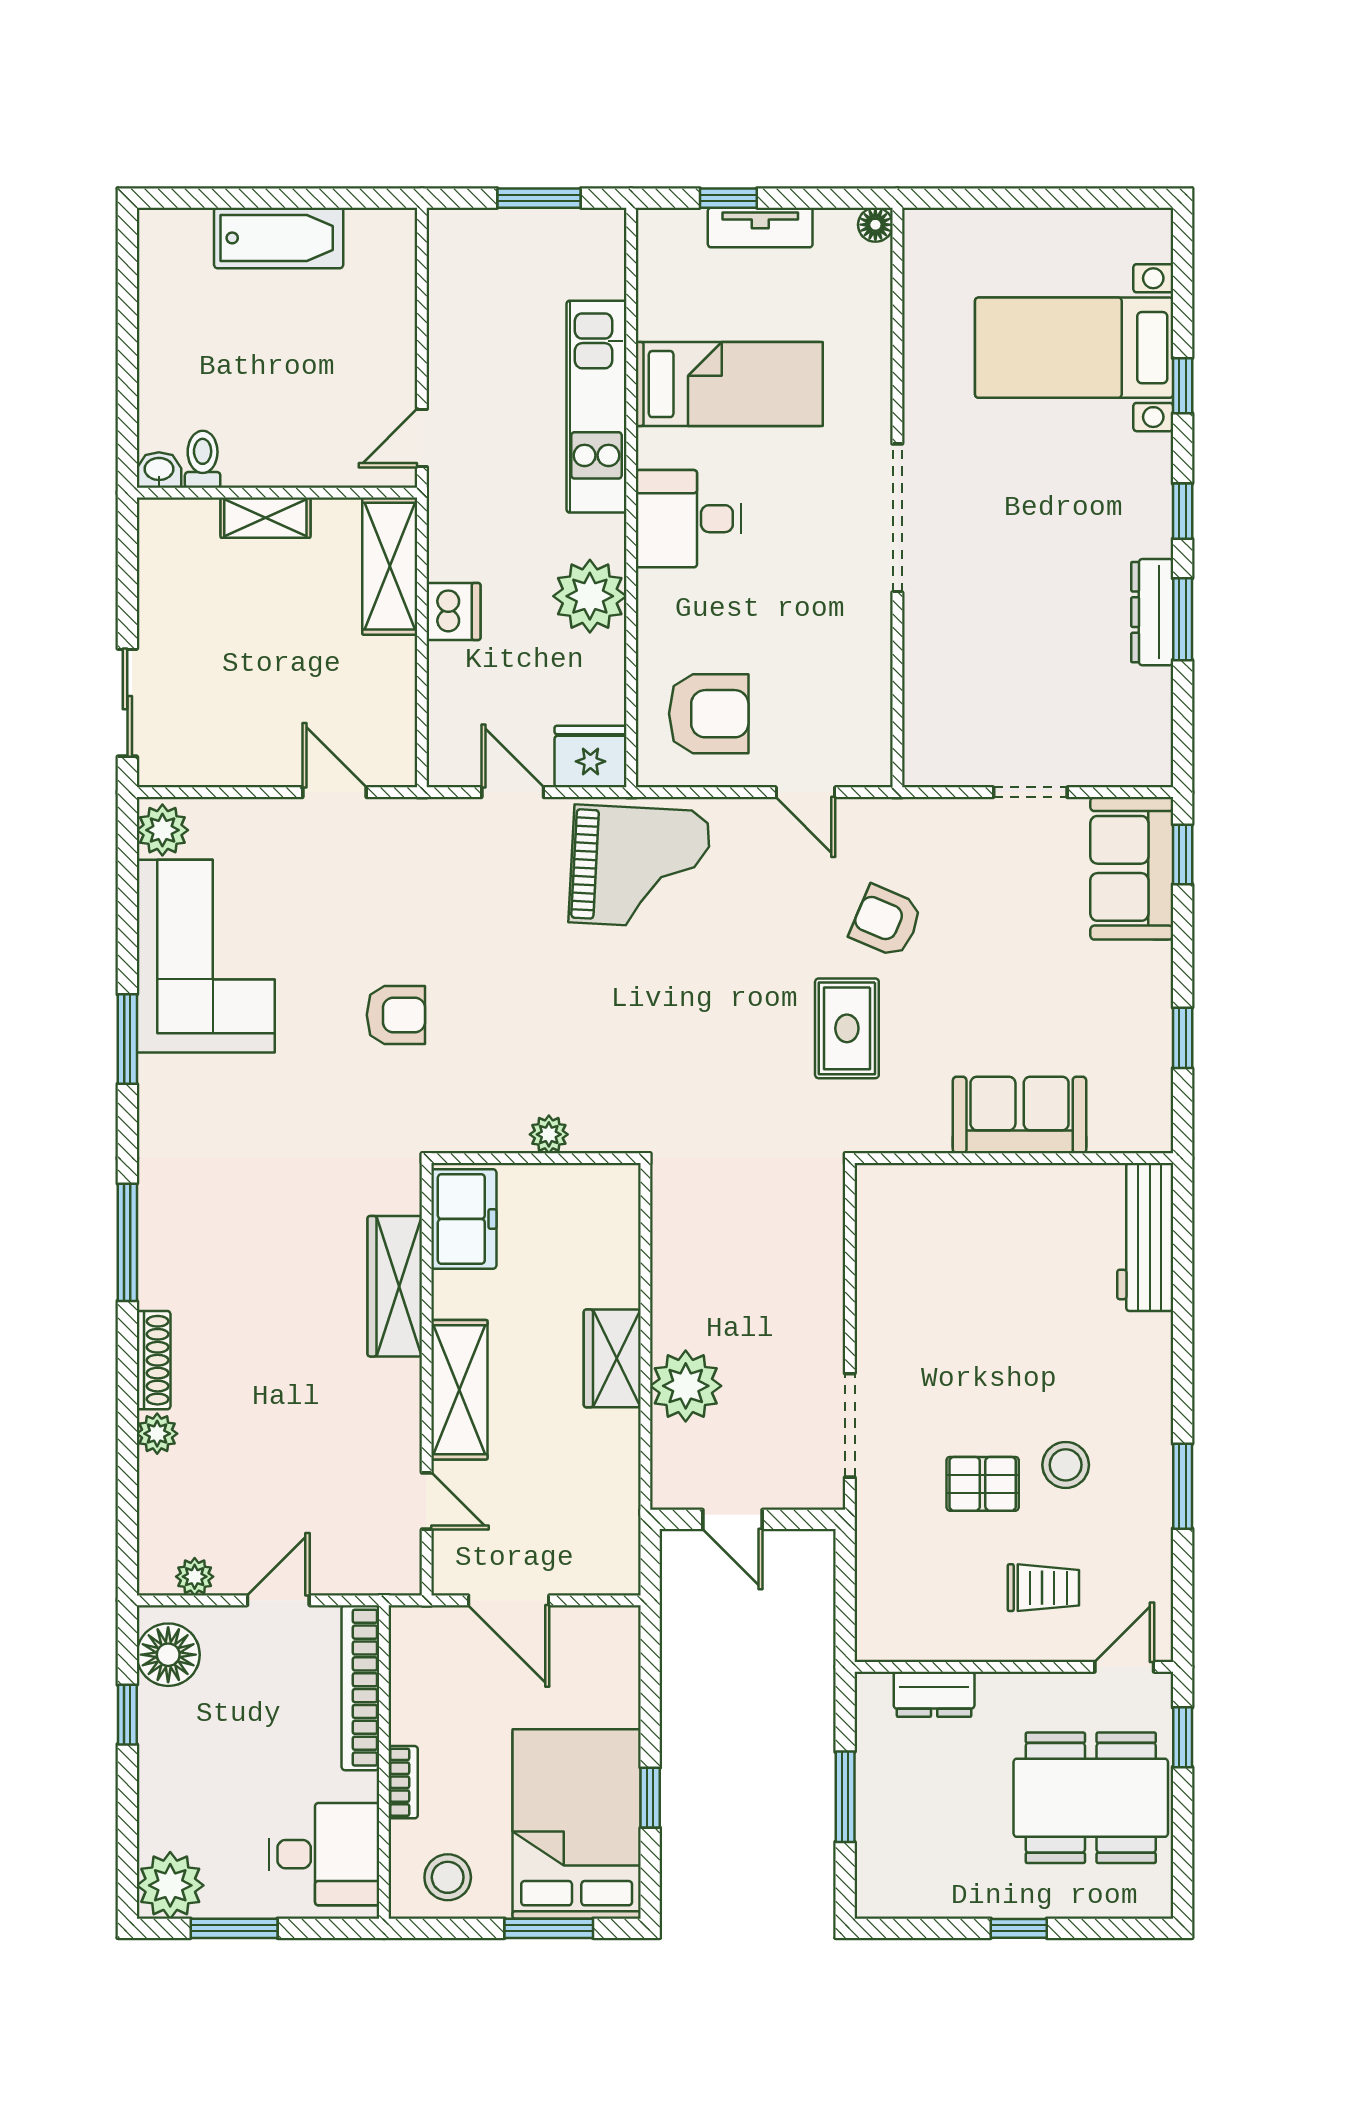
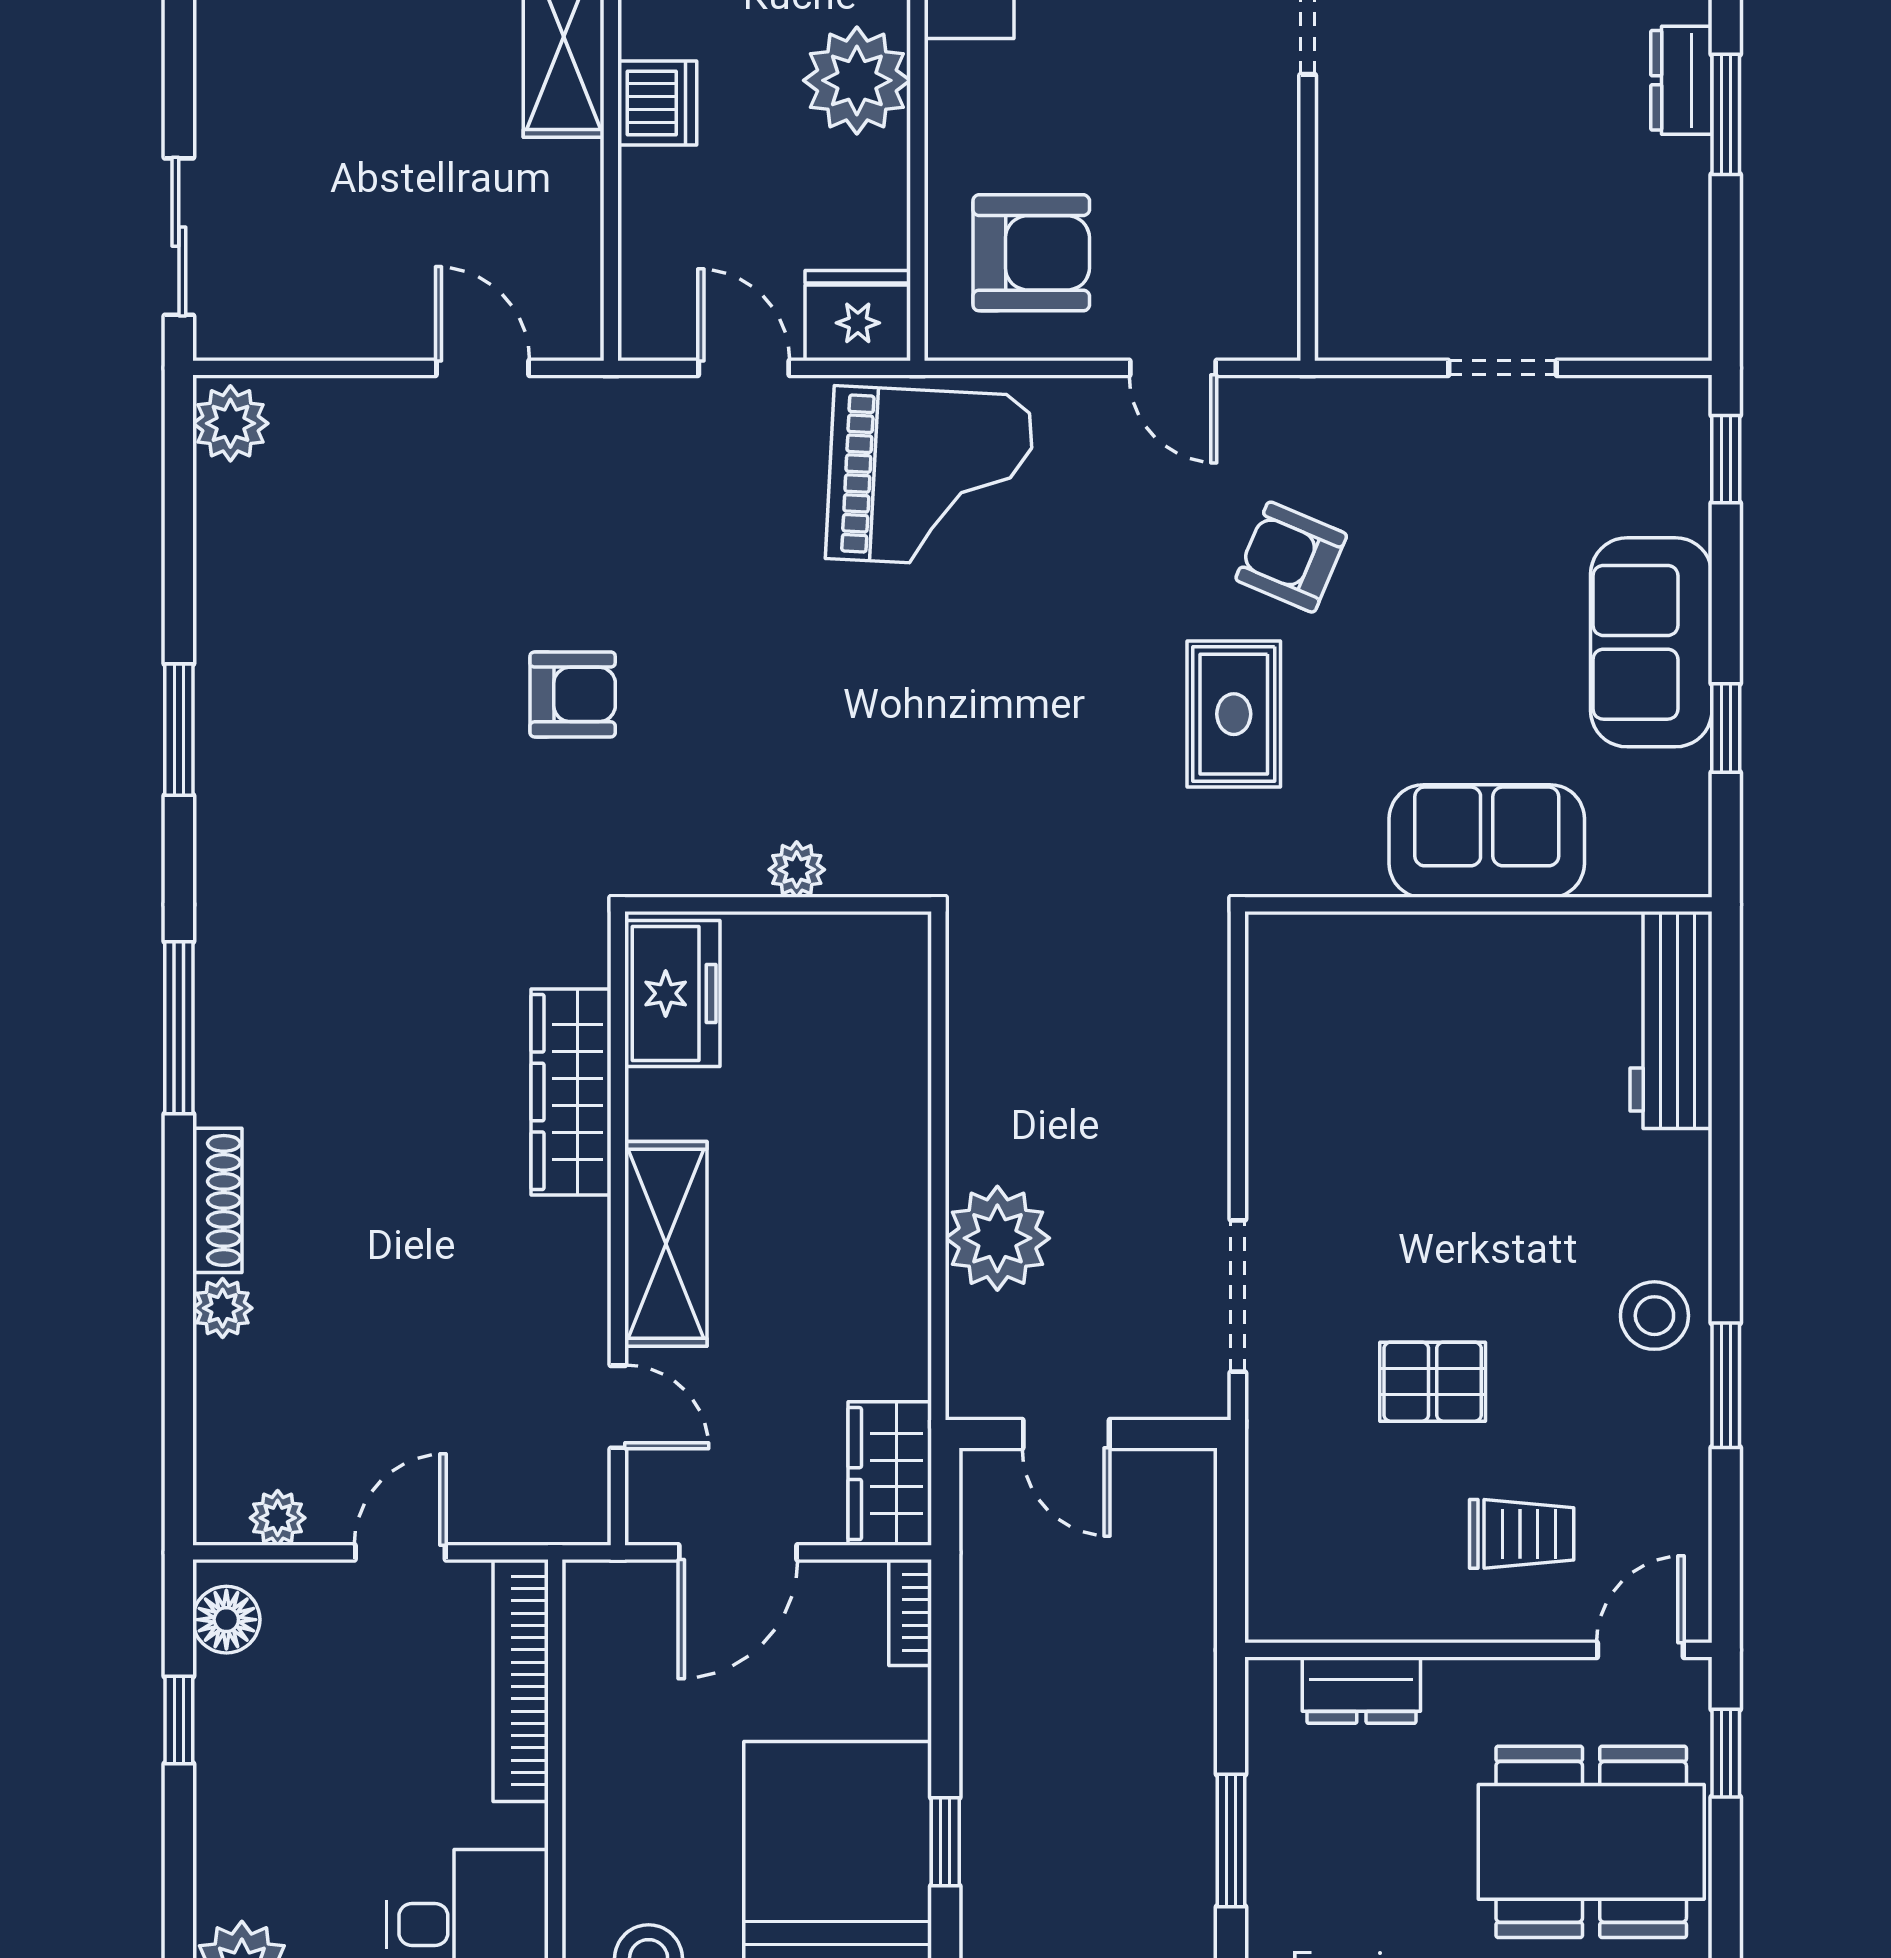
dresser: (1152, 612) -> (1681, 80), width x0.70
sofa: (1132, 868) -> (1651, 642), moved
corner sofa: (206, 956) -> (294, 608), removed
wardrobe: (612, 1358) -> (890, 1474), moved
stool: (1066, 1465) -> (1654, 1316), moved
door: (509, 1600) -> (738, 1552), hinge flipped
floor lamp: (168, 1655) -> (226, 1620), width x0.73, depth x0.73
bookcase: (403, 1782) -> (910, 1613), moved, turned 180

